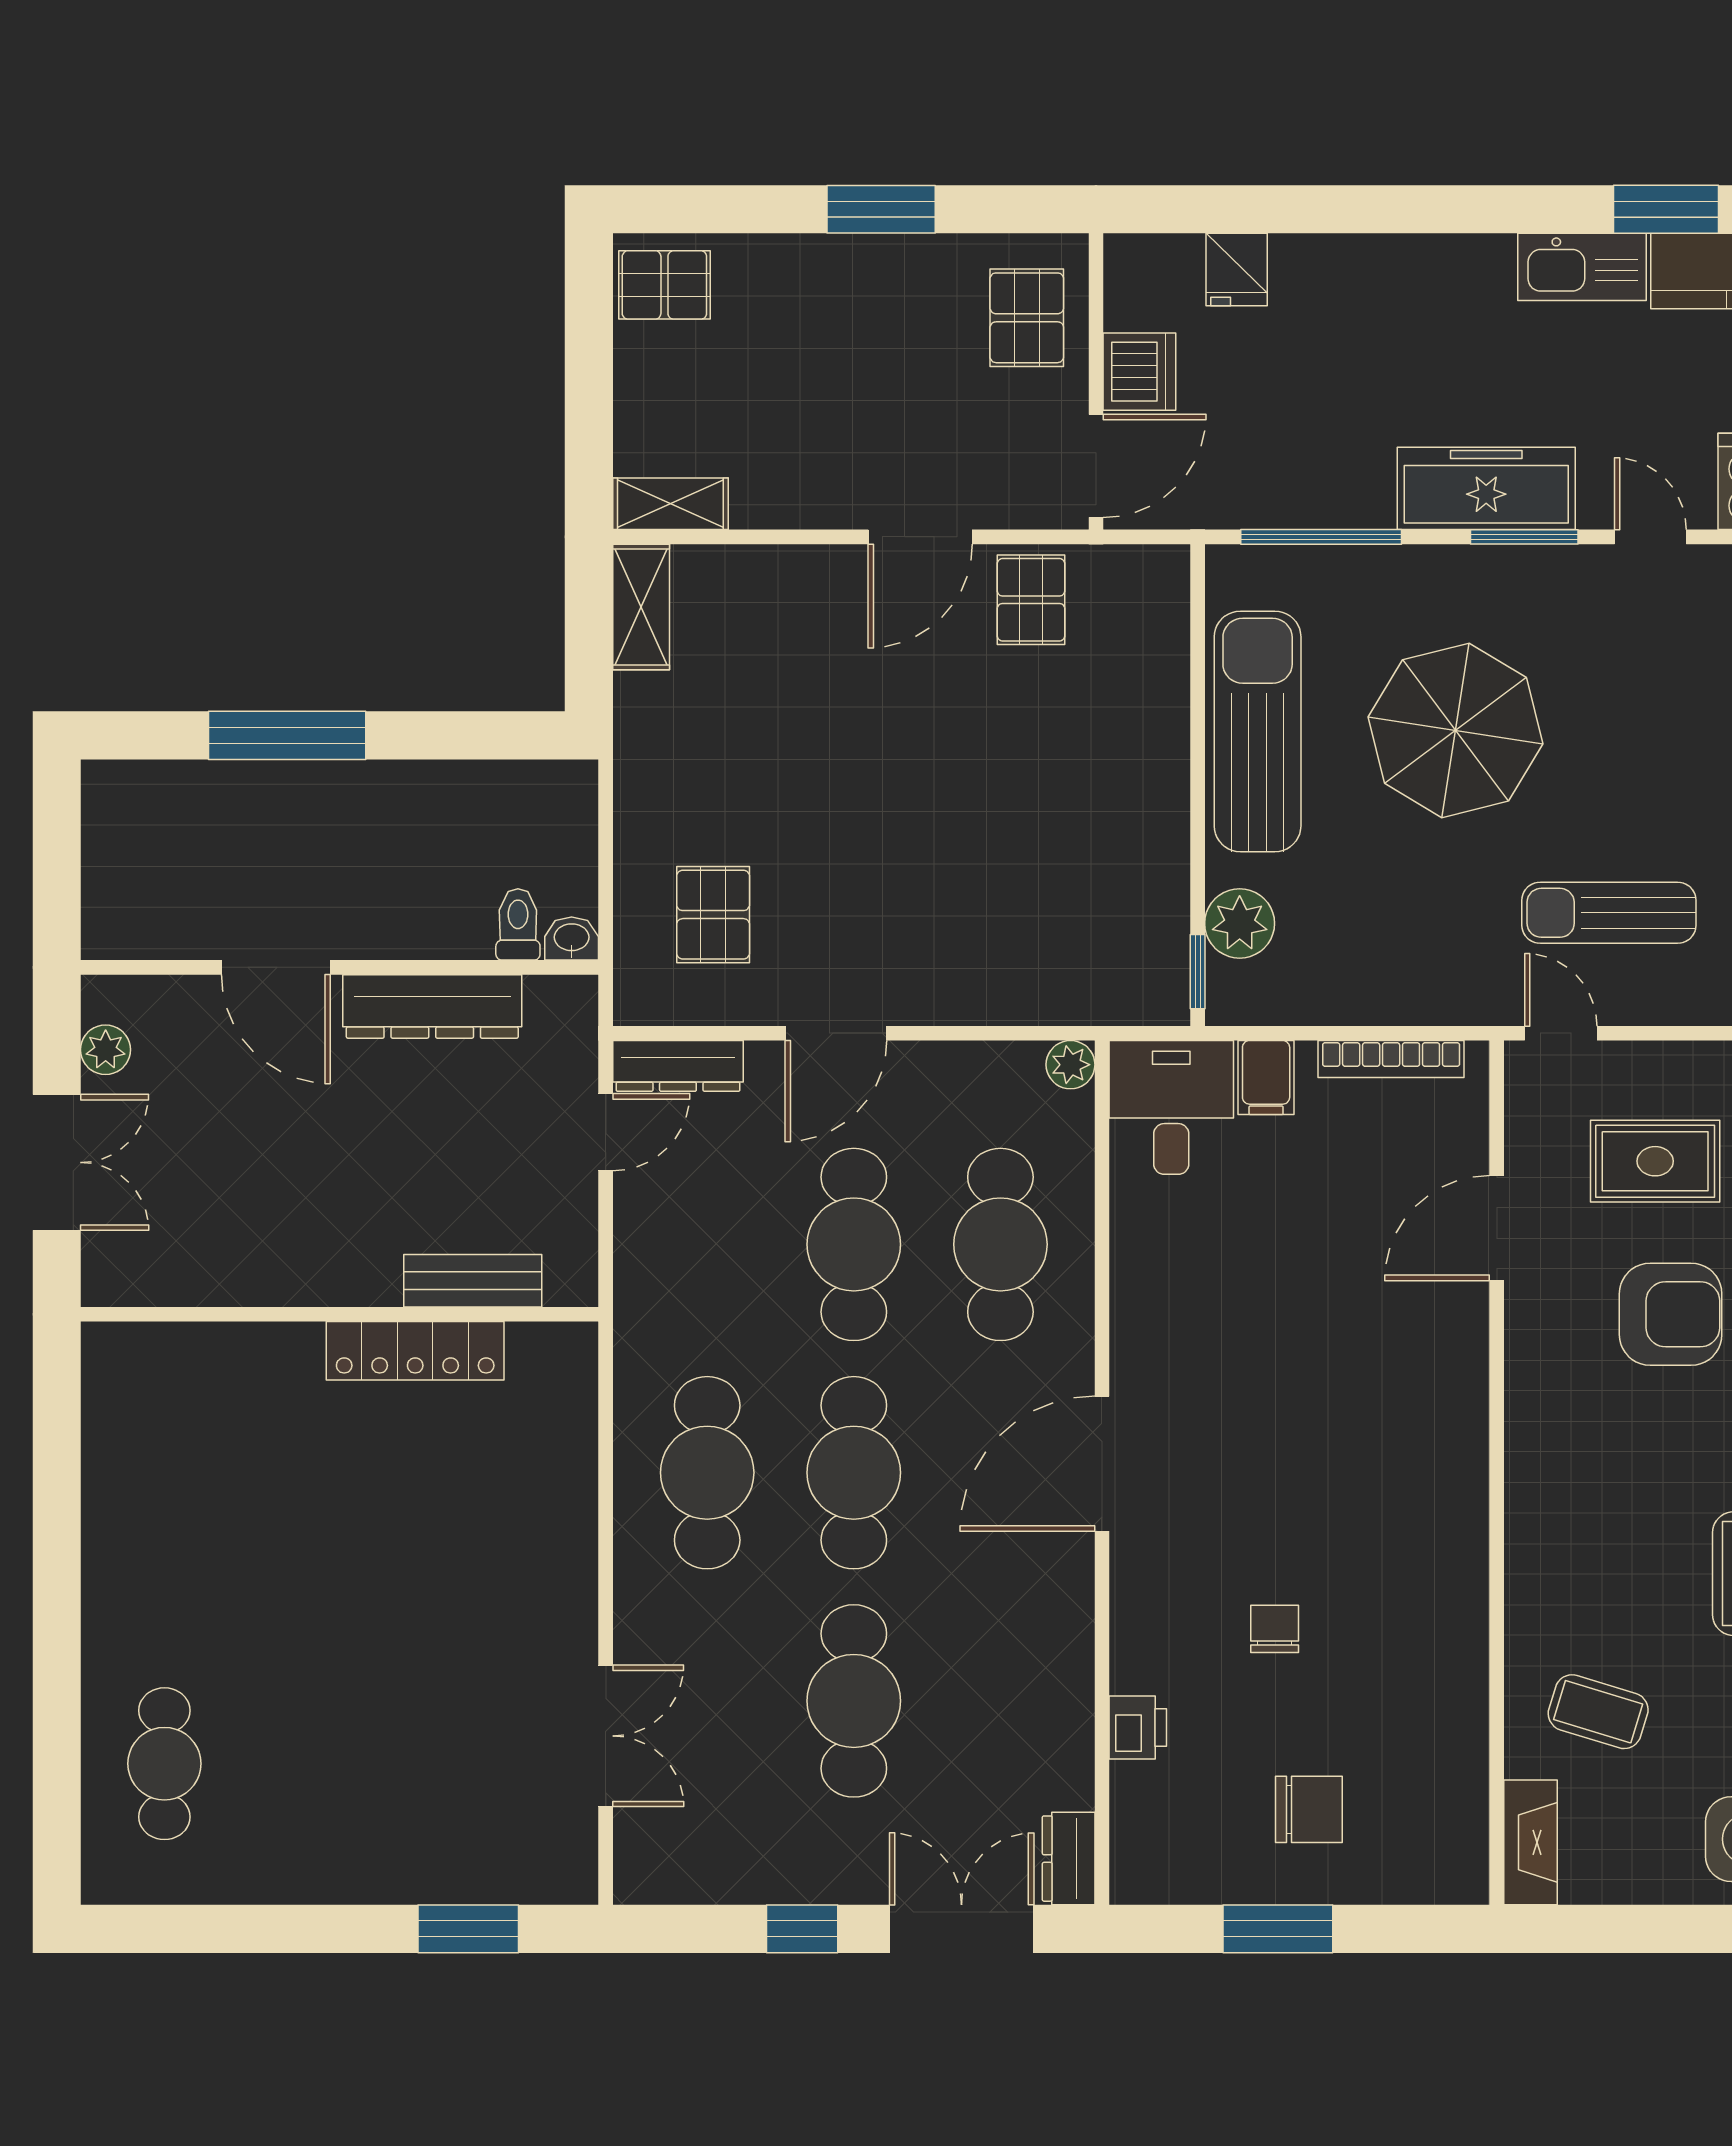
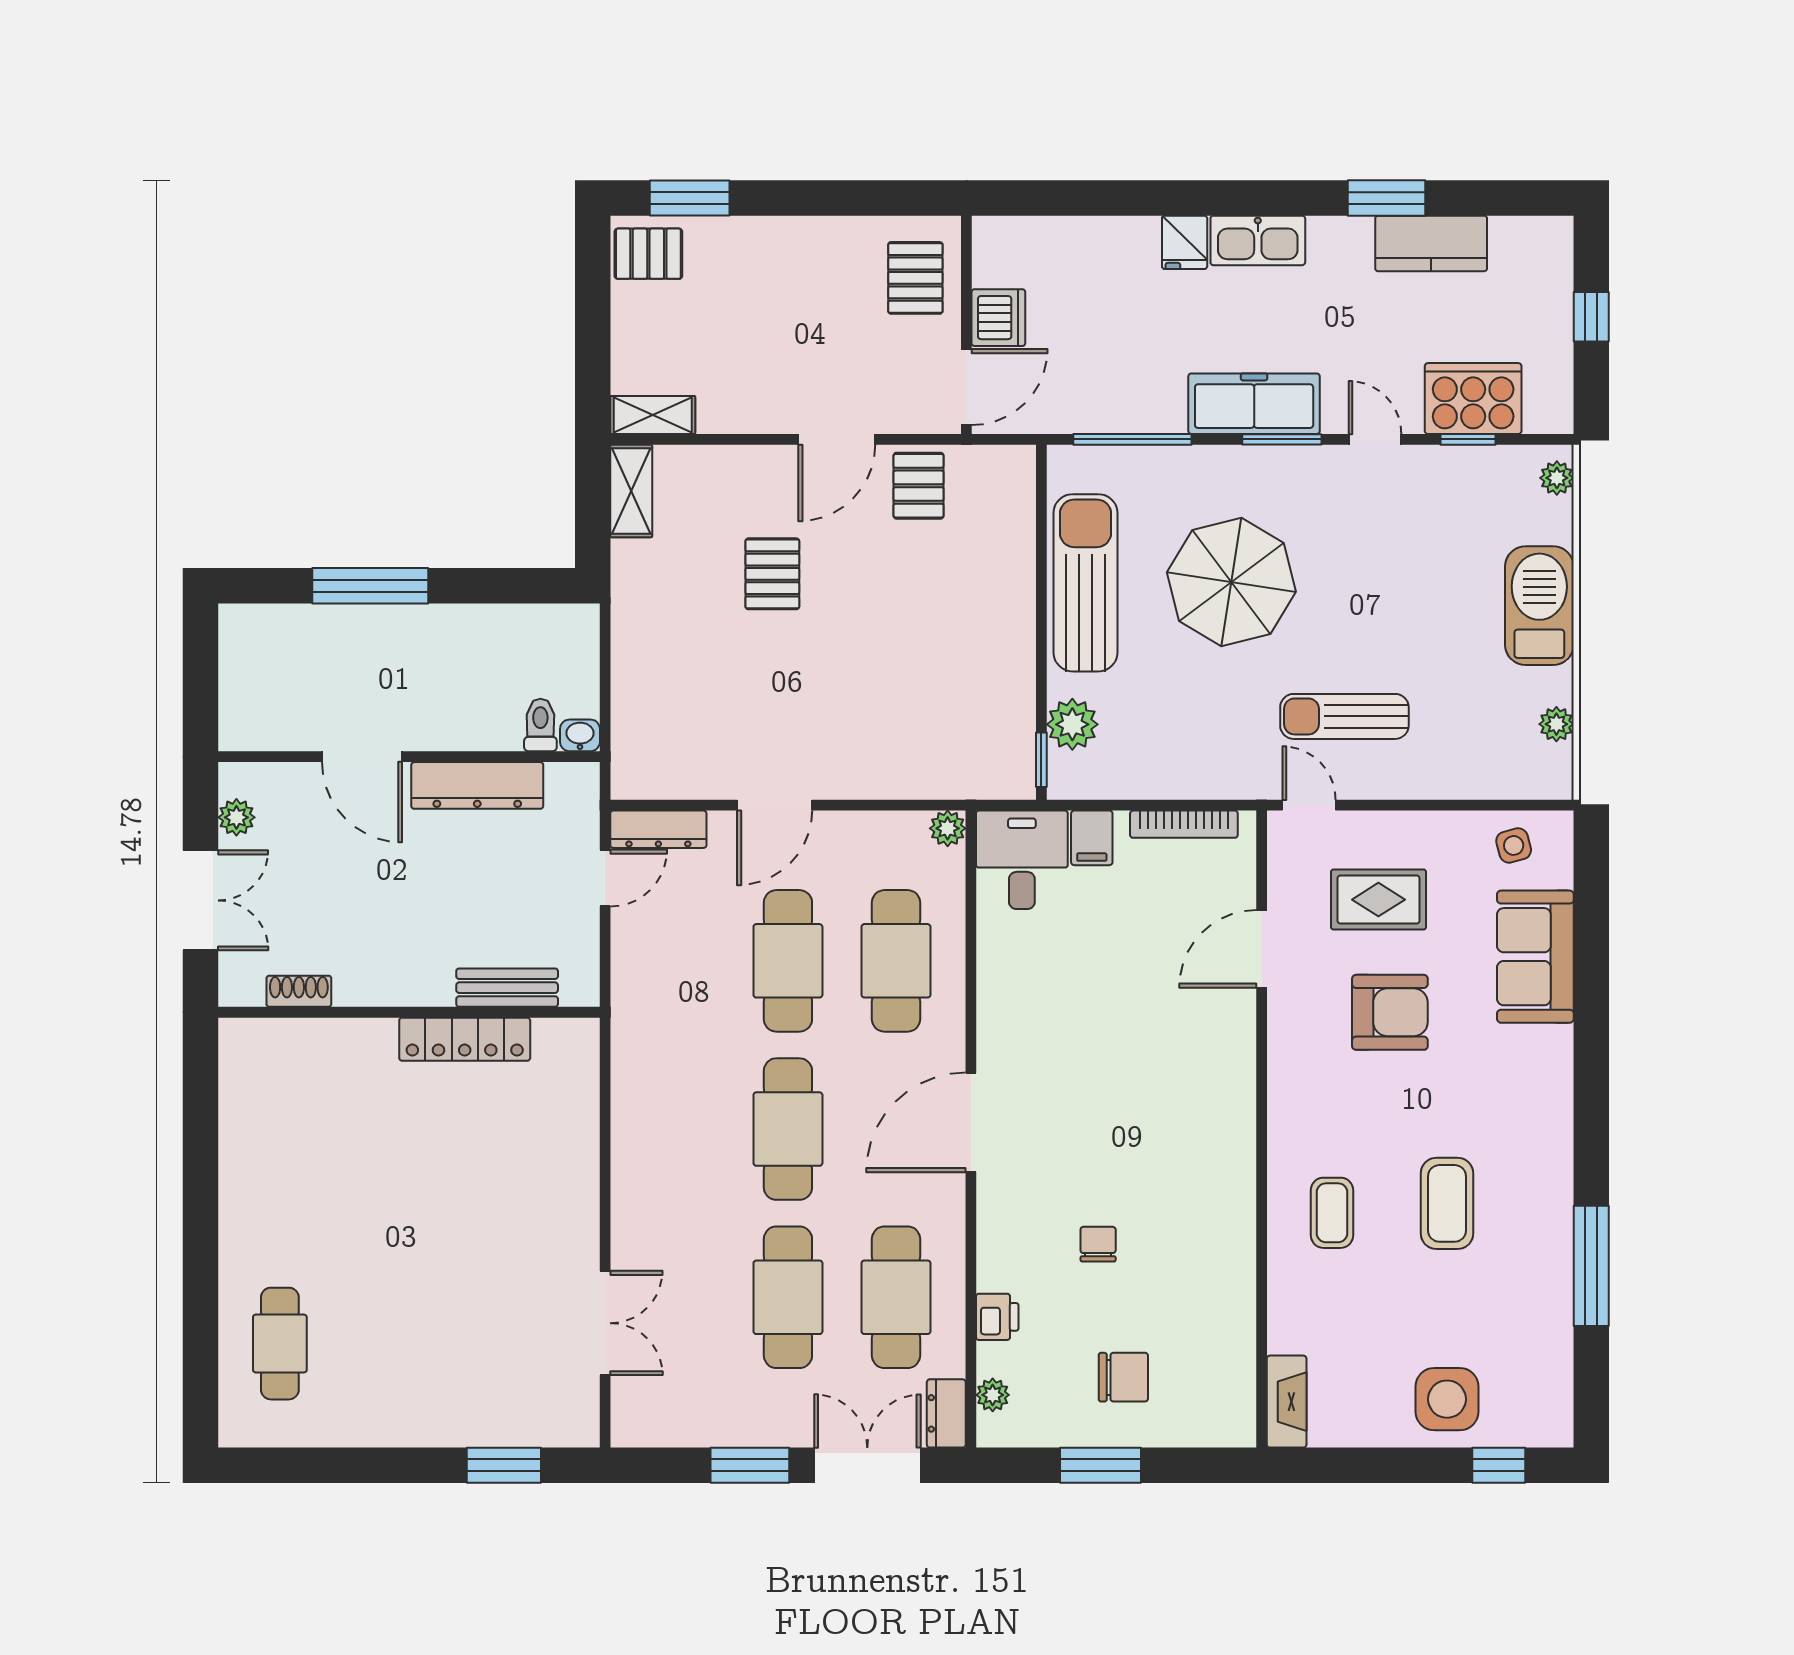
window: (881, 209) -> (690, 198), moved
kitchen sink: (1582, 267) -> (1258, 240), moved
fridge: (1237, 270) -> (1185, 242), moved
pallet: (713, 915) -> (772, 574), moved
shoe rack: (190, 1286) -> (299, 991), added
cafe table: (707, 1473) -> (896, 1297), moved
coffee table: (1598, 1712) -> (1332, 1213), moved, turned 73
plant: (1132, 1833) -> (993, 1395), added
window: (802, 1929) -> (750, 1465), width x1.50

